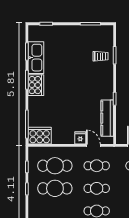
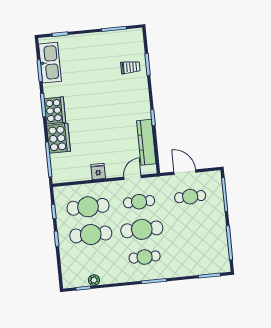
kitchen sink: (36, 58) -> (50, 63), moved
cooker: (40, 136) -> (59, 138), moved, turned 90
fridge: (80, 138) -> (98, 171), moved
door: (93, 145) -> (133, 177), hinge flipped
cafe table: (97, 188) -> (142, 229), width x1.37, depth x1.35

